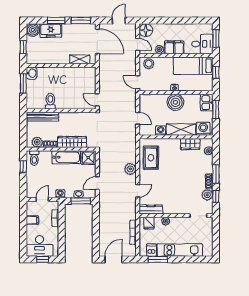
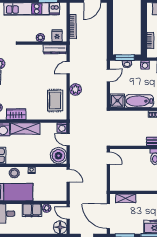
stool: (149, 64) -> (14, 173), moved
boiler: (175, 102) -> (59, 156), moved
washing machine: (161, 131) -> (62, 128), moved
wardrobe: (72, 142) -> (133, 116), removed

